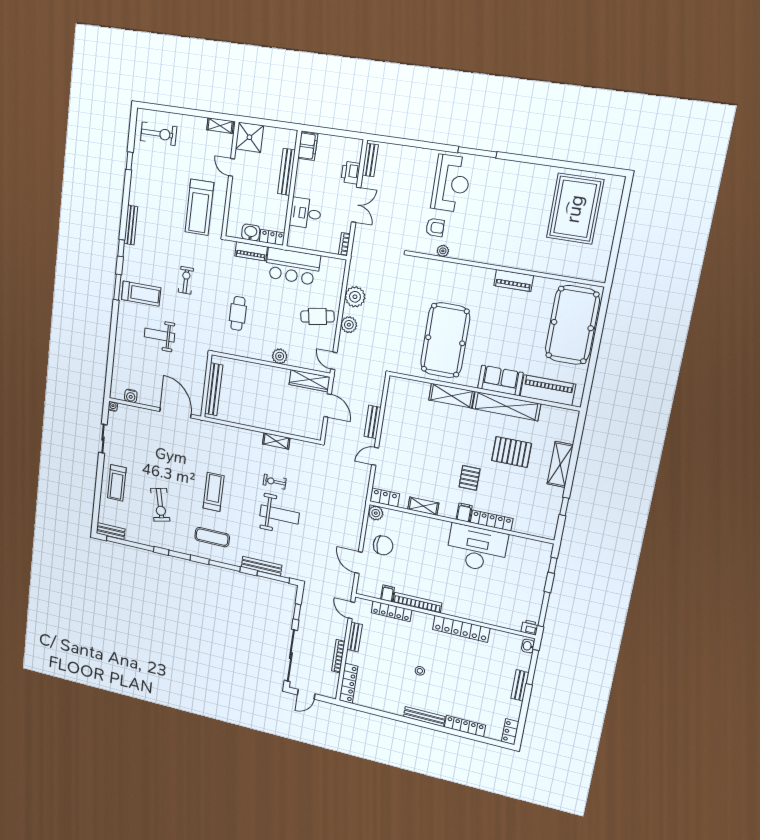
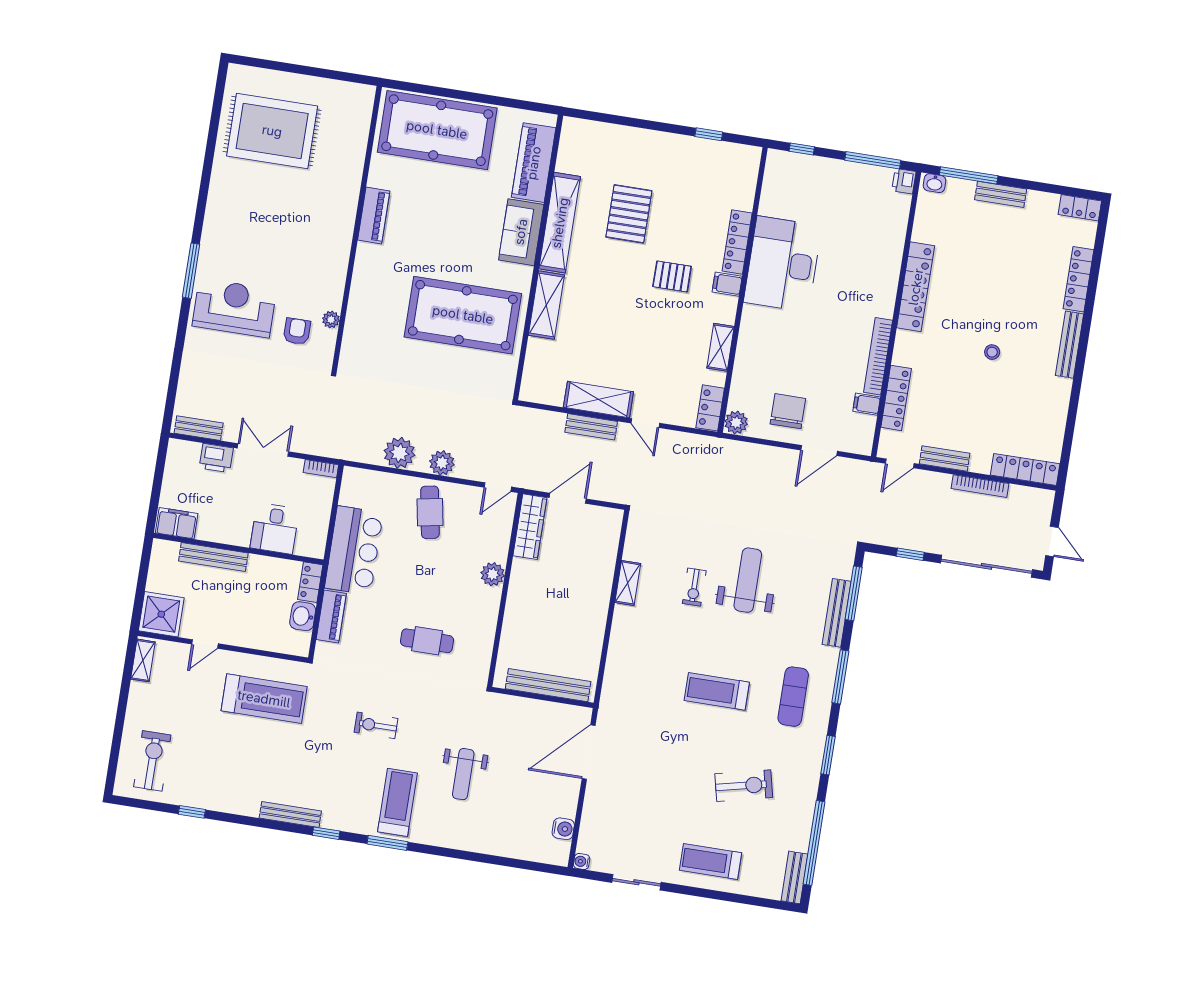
shelving: (560, 464) -> (598, 400), moved
treadmill: (117, 483) -> (710, 861), turned 180

